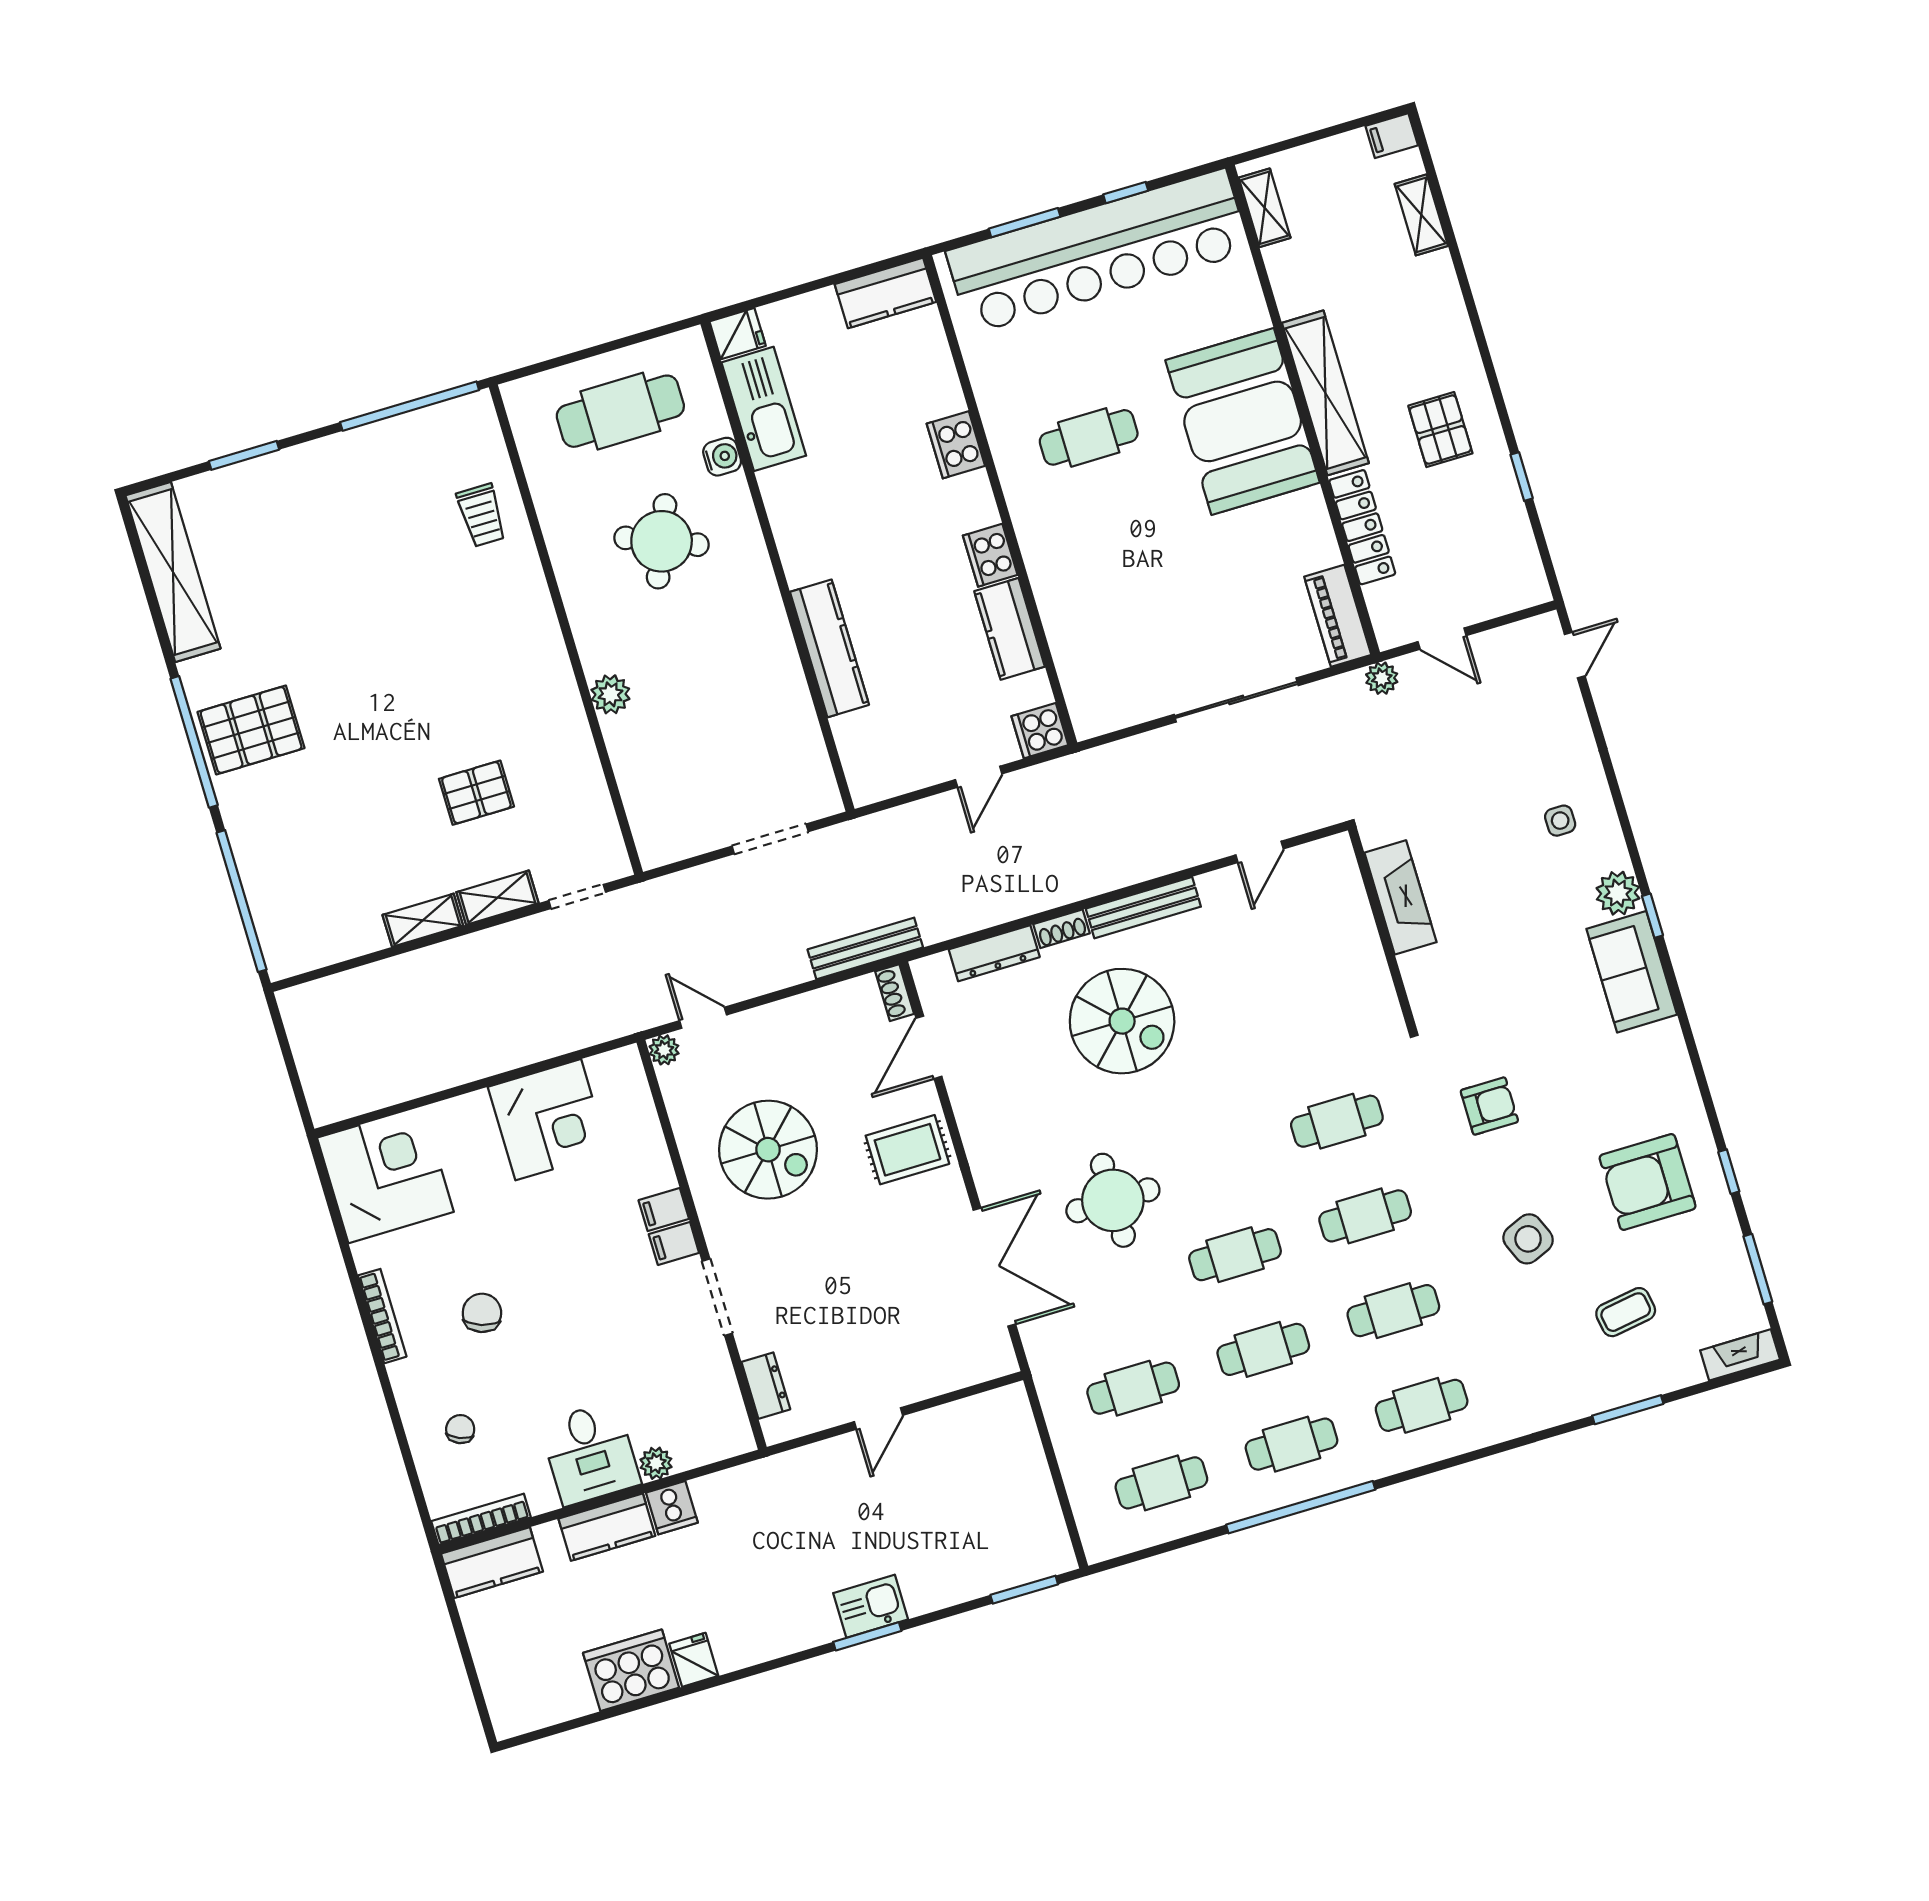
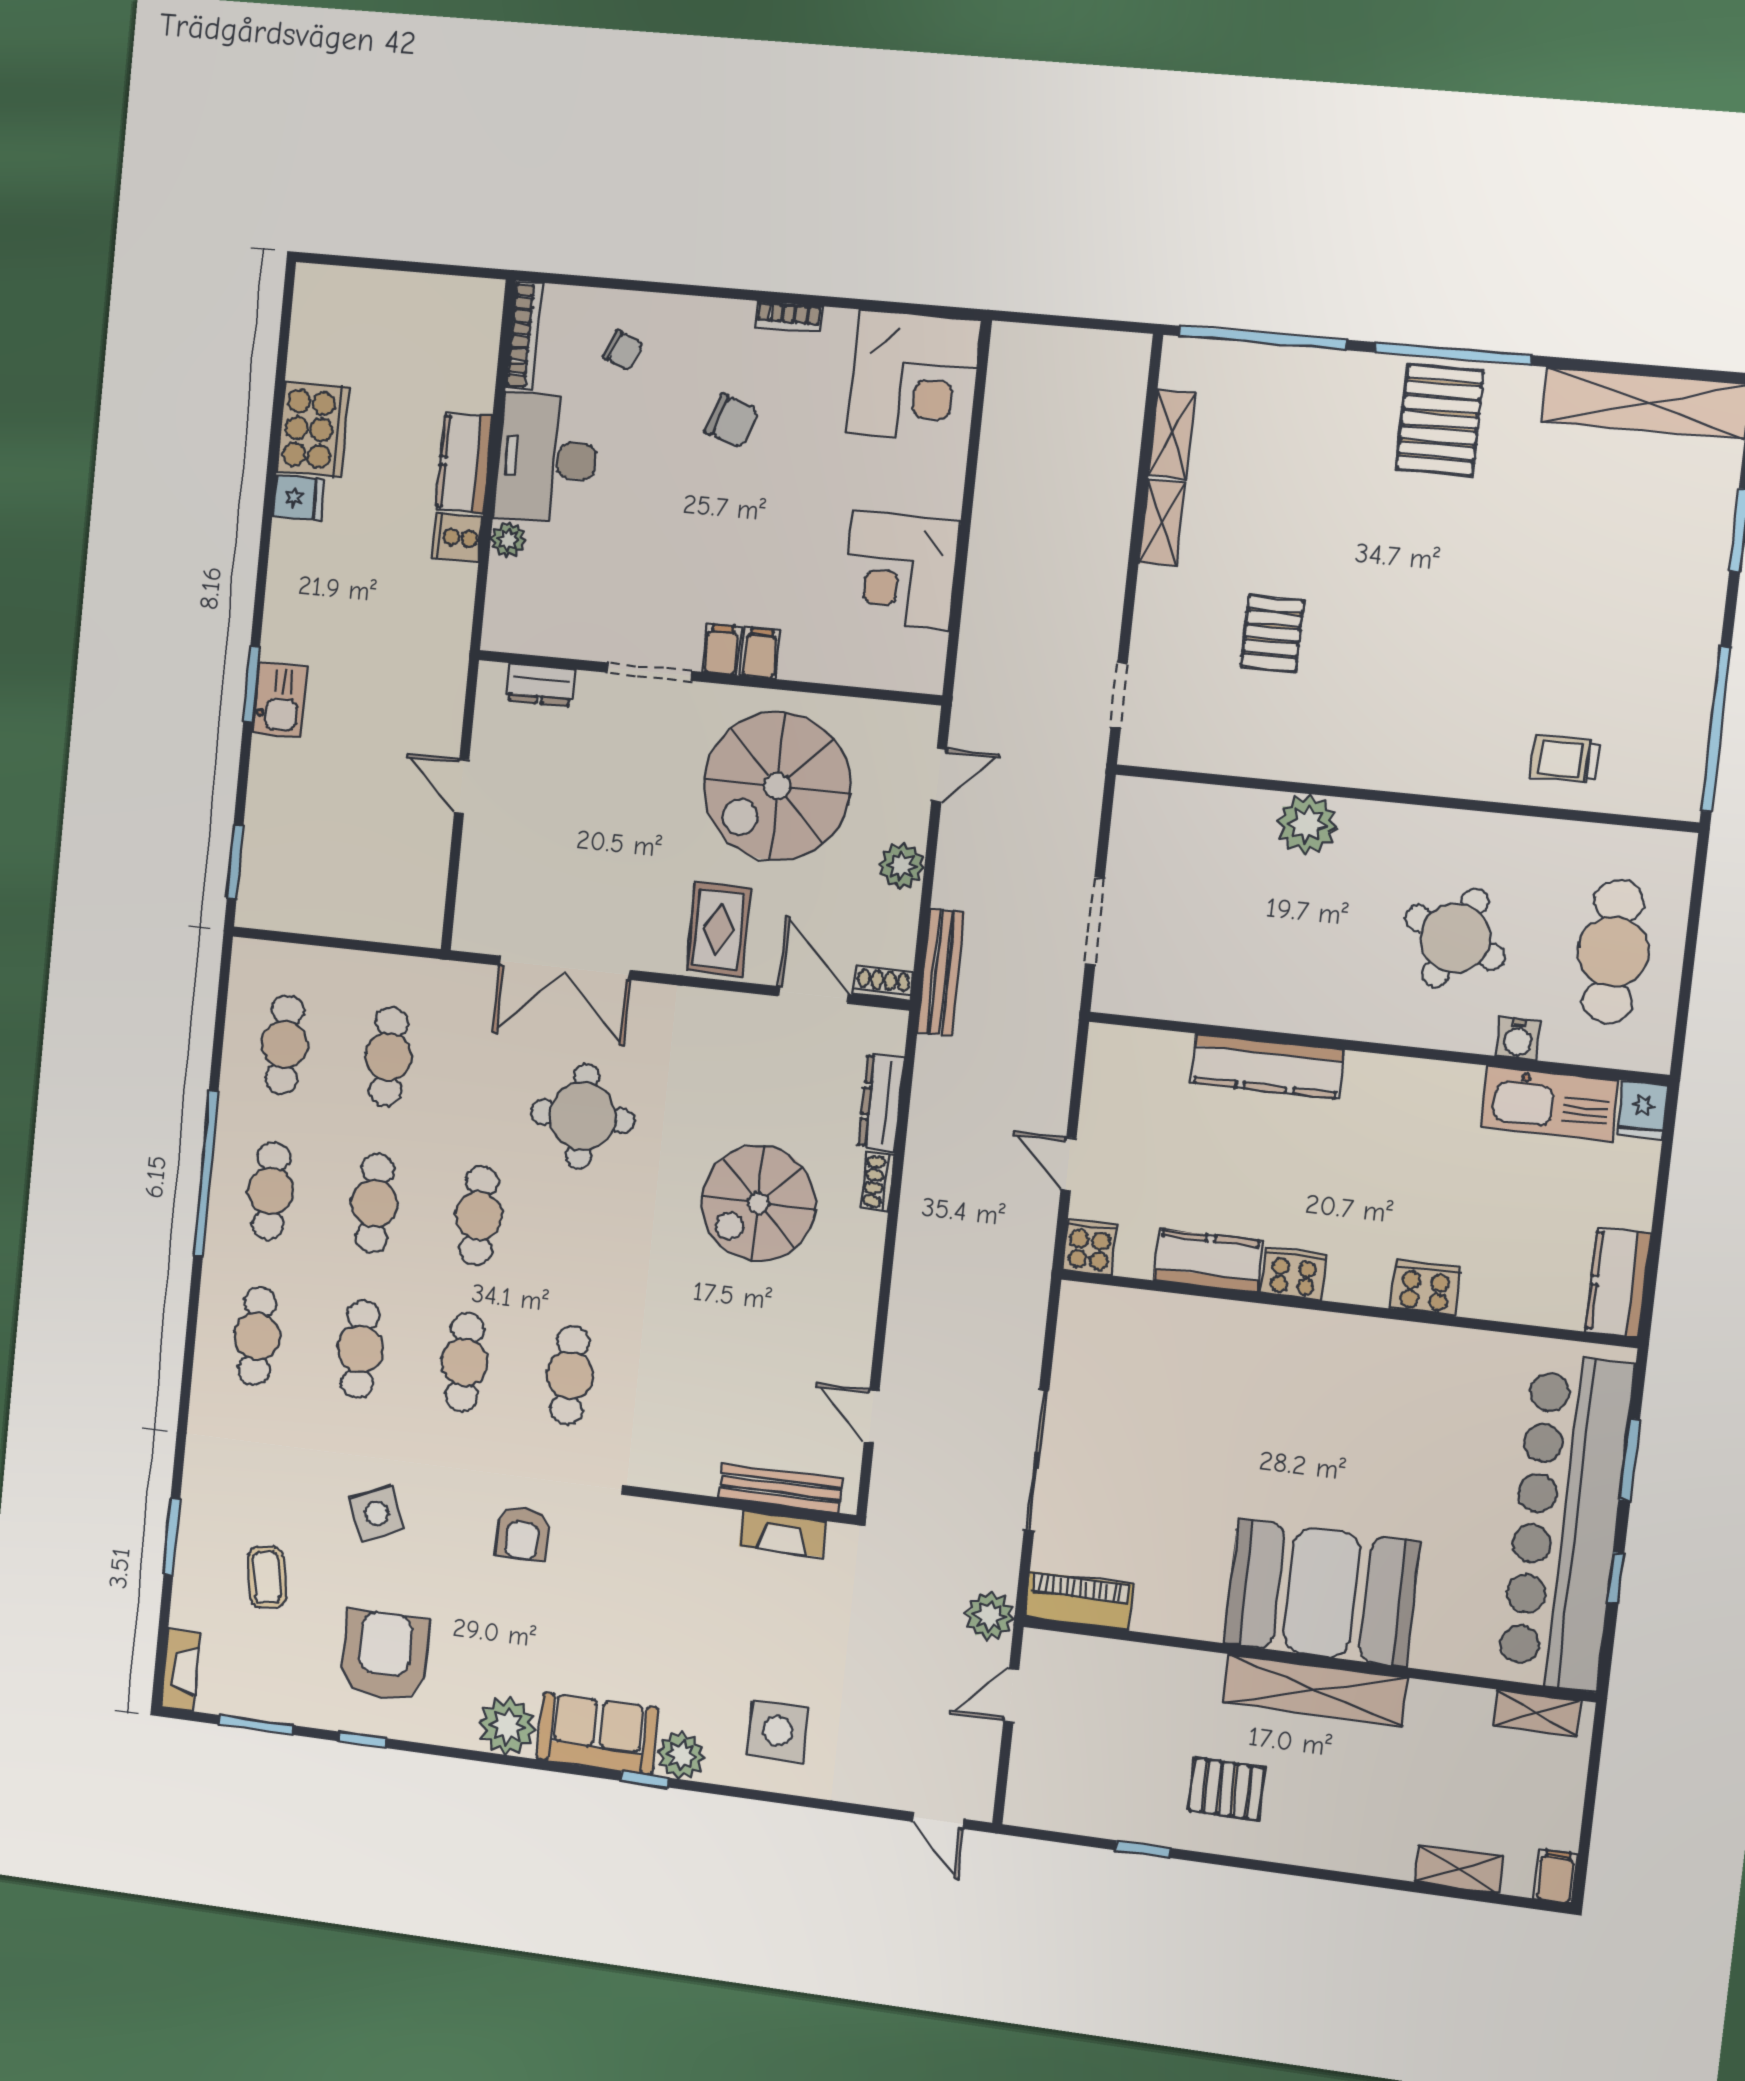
cafe table: (1089, 437) -> (1373, 1428), removed
locker: (1362, 527) -> (1160, 1666), removed
plant: (1382, 678) -> (990, 1616), width x1.38, depth x1.38
plant: (610, 694) -> (1307, 824), width x1.36, depth x1.36
side table: (1560, 821) -> (777, 1731), width x1.87, depth x1.87
fireplace: (1400, 897) -> (783, 1534), width x0.73, depth x0.76
shelving: (498, 898) -> (1172, 434), moved
bench: (1143, 908) -> (781, 1488), moved, turned 90
plant: (664, 1050) -> (901, 866), moved, width x1.38, depth x1.38
plant: (1660, 1051) -> (508, 1726), added
spiral stairs: (768, 1150) -> (777, 786), width x1.37, depth x1.37
bookcase: (382, 1316) -> (789, 317), width x0.64
desk: (590, 1453) -> (547, 458), width x1.37
kitchen counter: (492, 1563) -> (476, 329), removed

